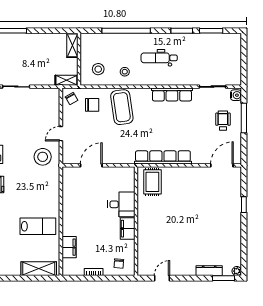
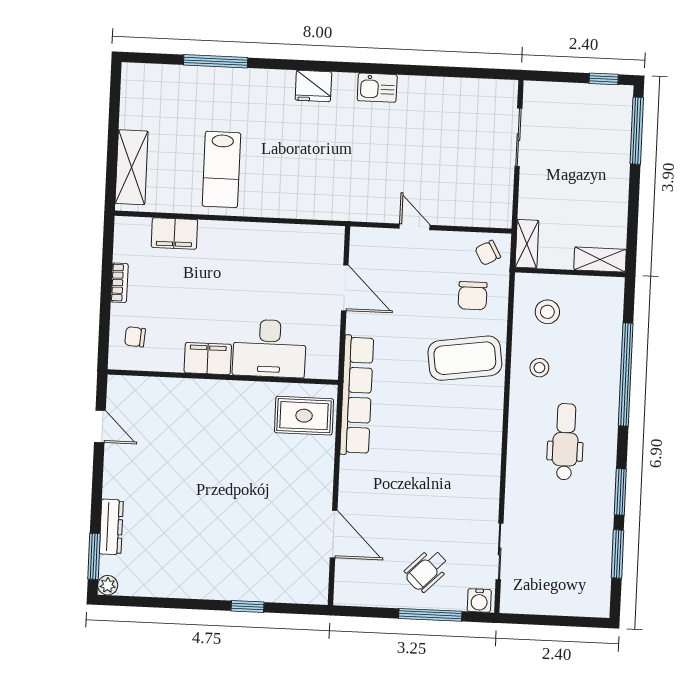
row of seats: (172, 94) -> (487, 465), removed
wheelchair: (223, 121) -> (427, 570), turned 135
stool: (43, 157) -> (368, 186), removed
row of seats: (163, 157) -> (357, 395), moved
door: (222, 165) -> (334, 534), moved
desk: (121, 204) -> (269, 348), width x1.37

